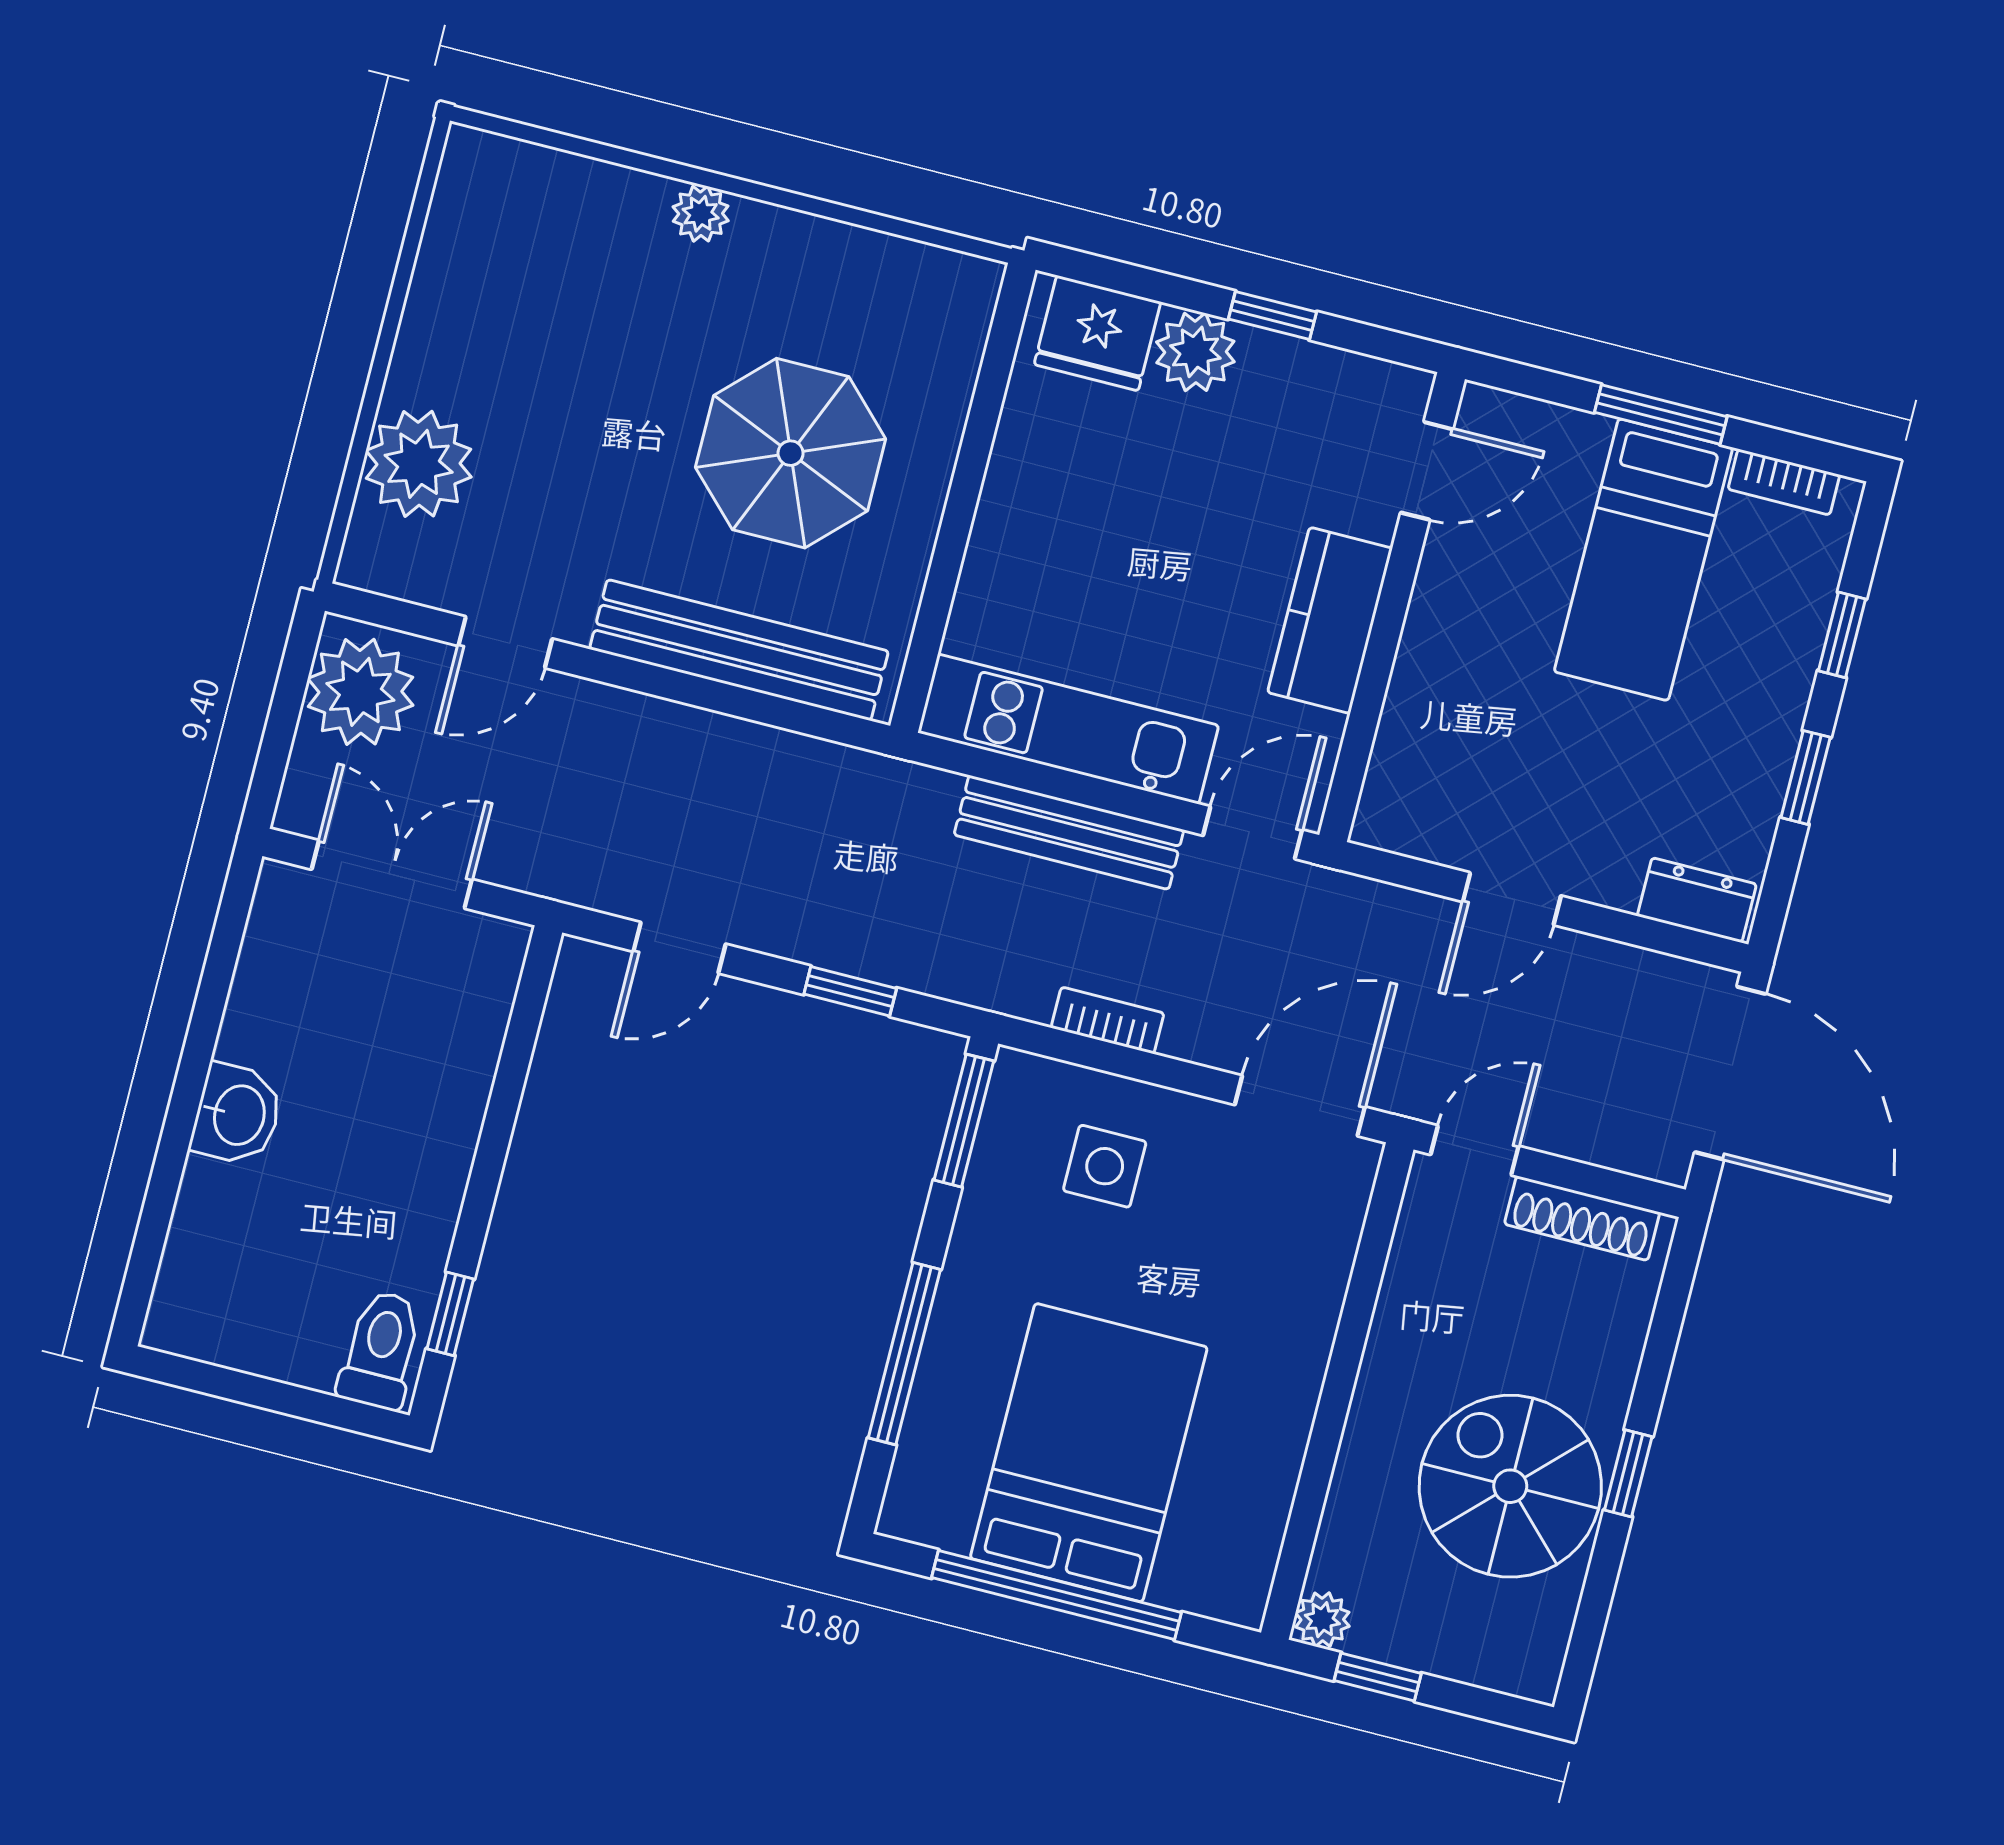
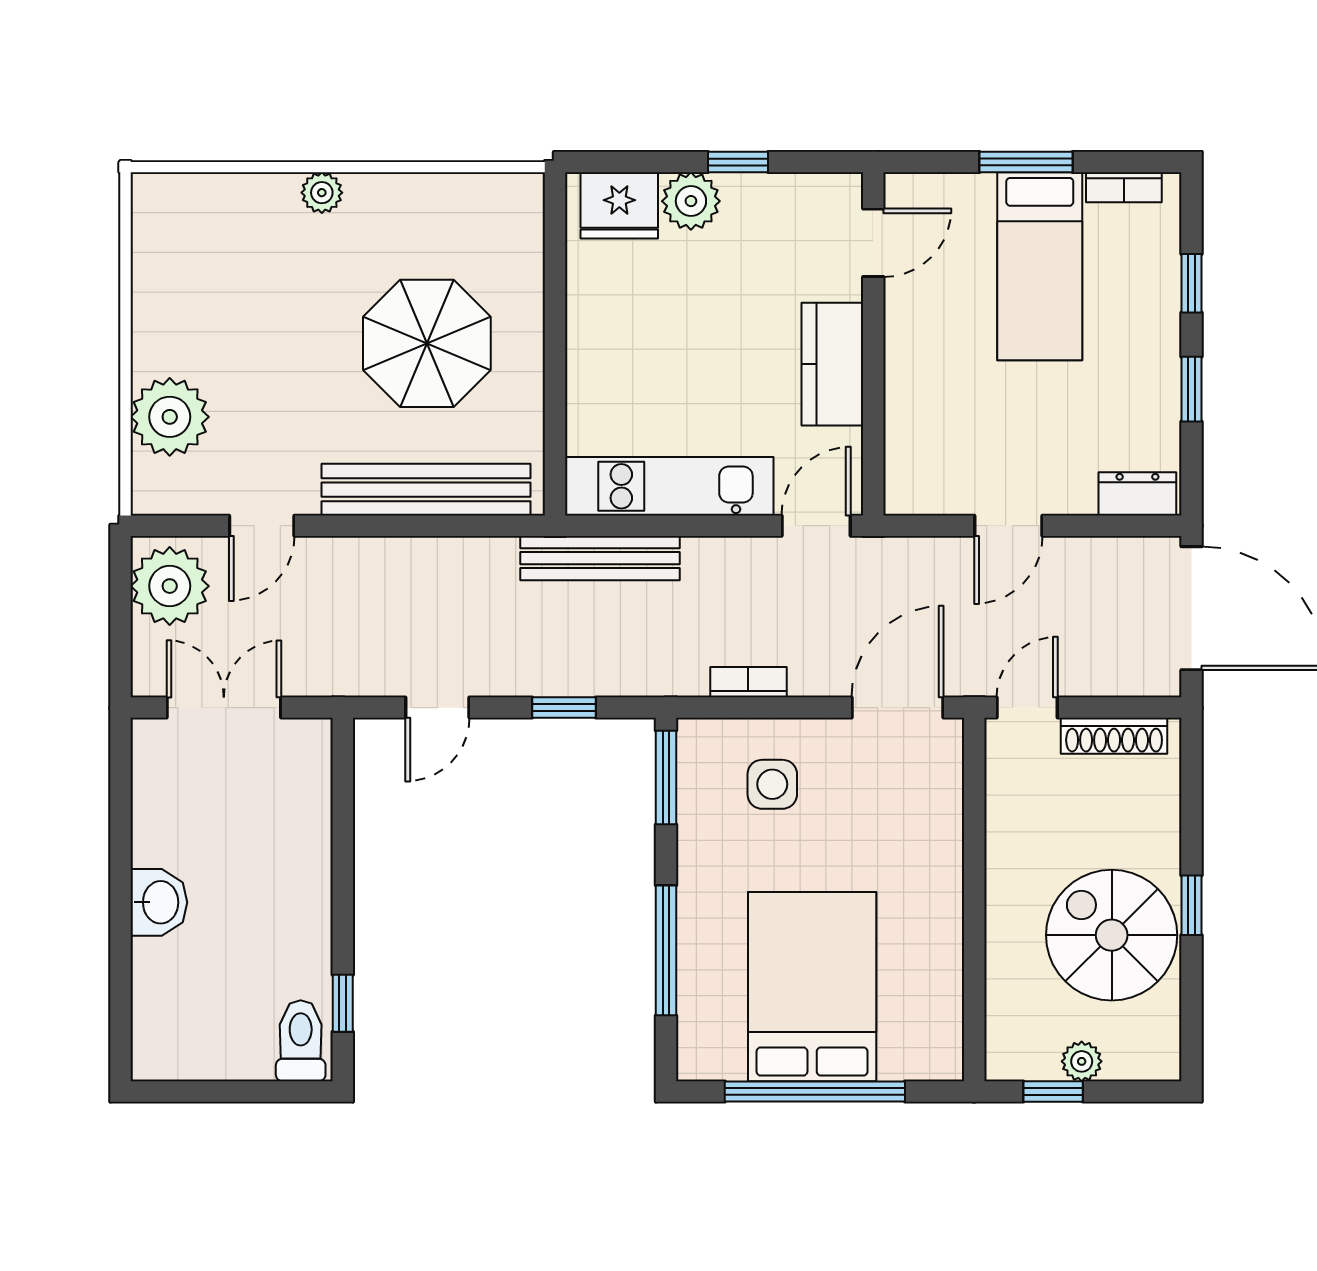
bench: (1069, 832) -> (600, 558), moved
plant: (1322, 1620) -> (1082, 1061), moved

